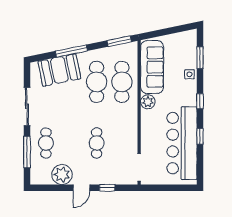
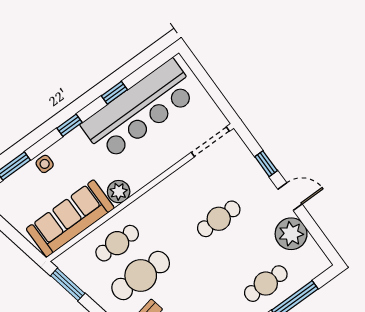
cafe table: (122, 82) -> (117, 243), width x0.73, depth x0.74

